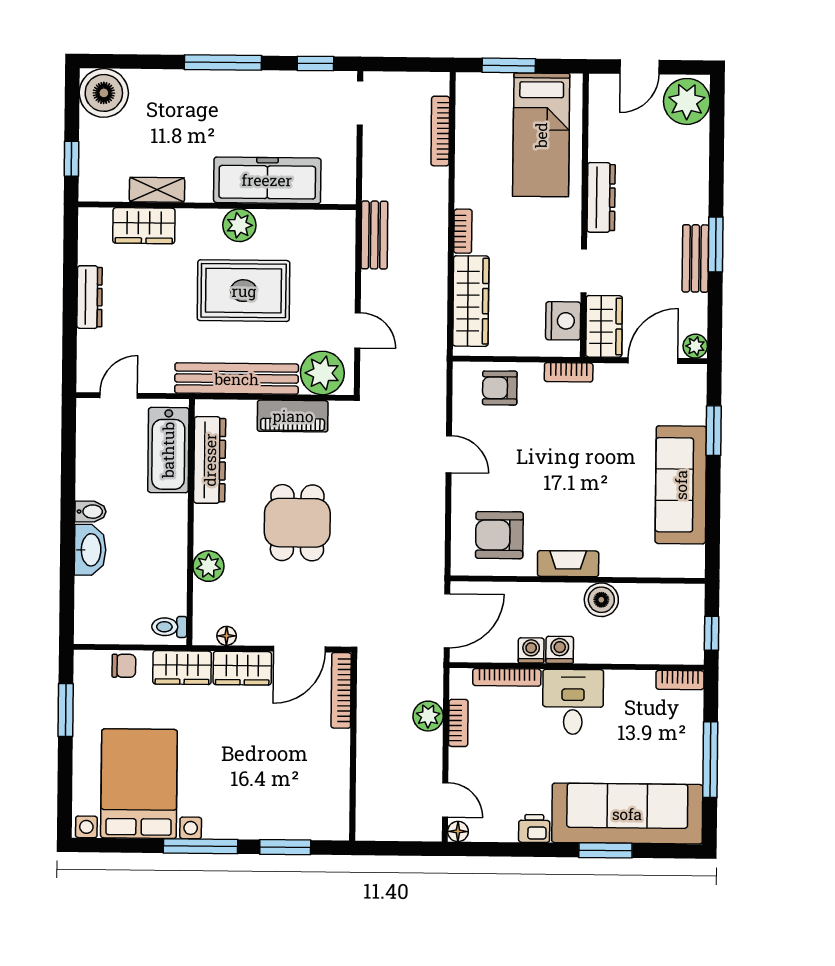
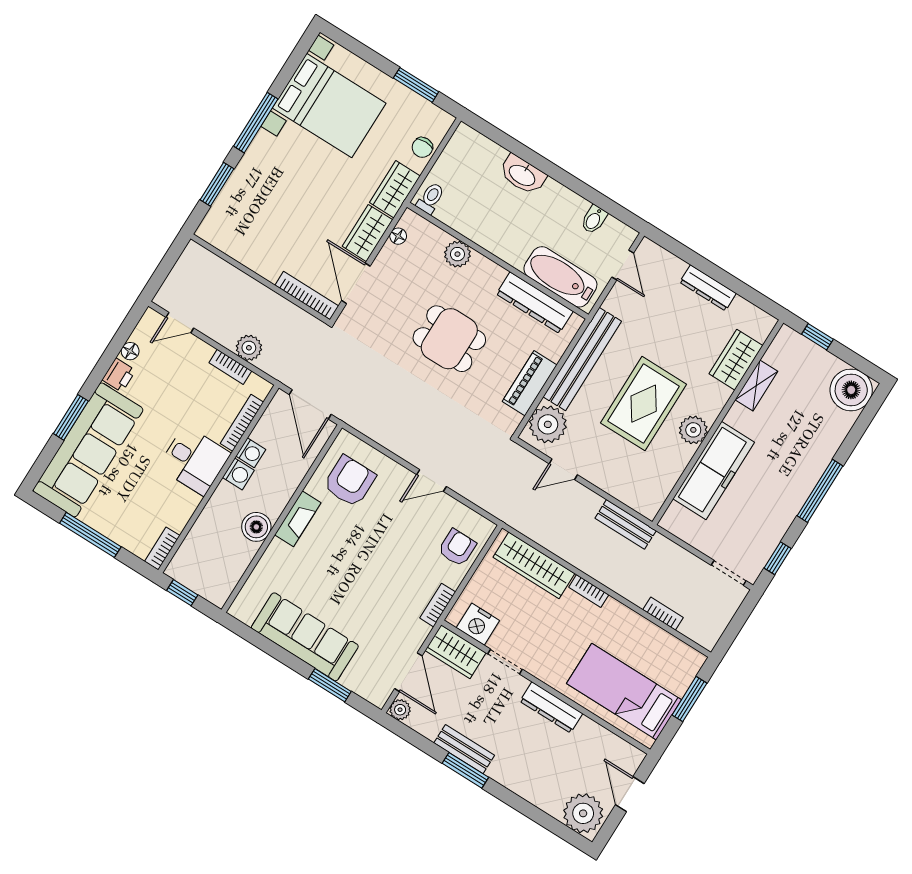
bookcase: (440, 131) -> (663, 614), width x0.64
bidet: (90, 512) -> (594, 219), moved
floor lamp: (458, 831) -> (130, 351), moved

